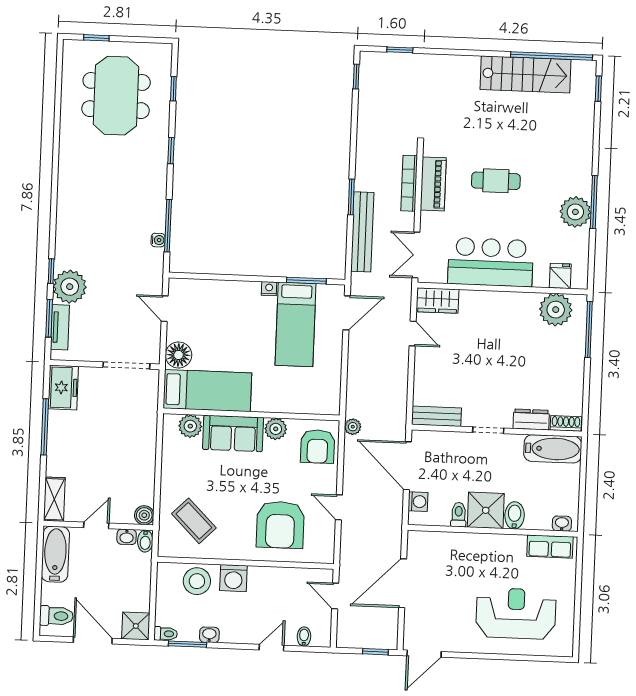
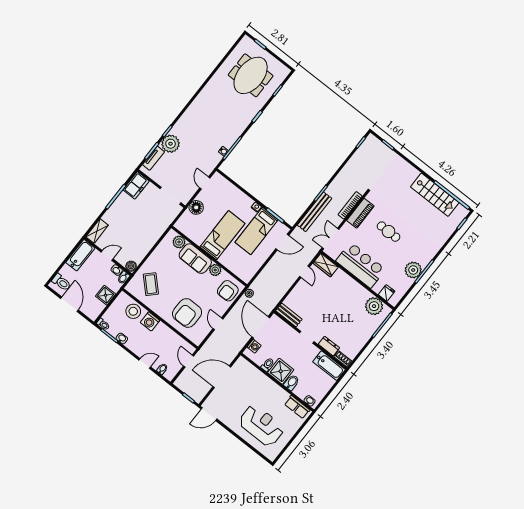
bed: (207, 391) -> (222, 235), moved, turned -90
shower: (136, 626) -> (106, 295), moved

